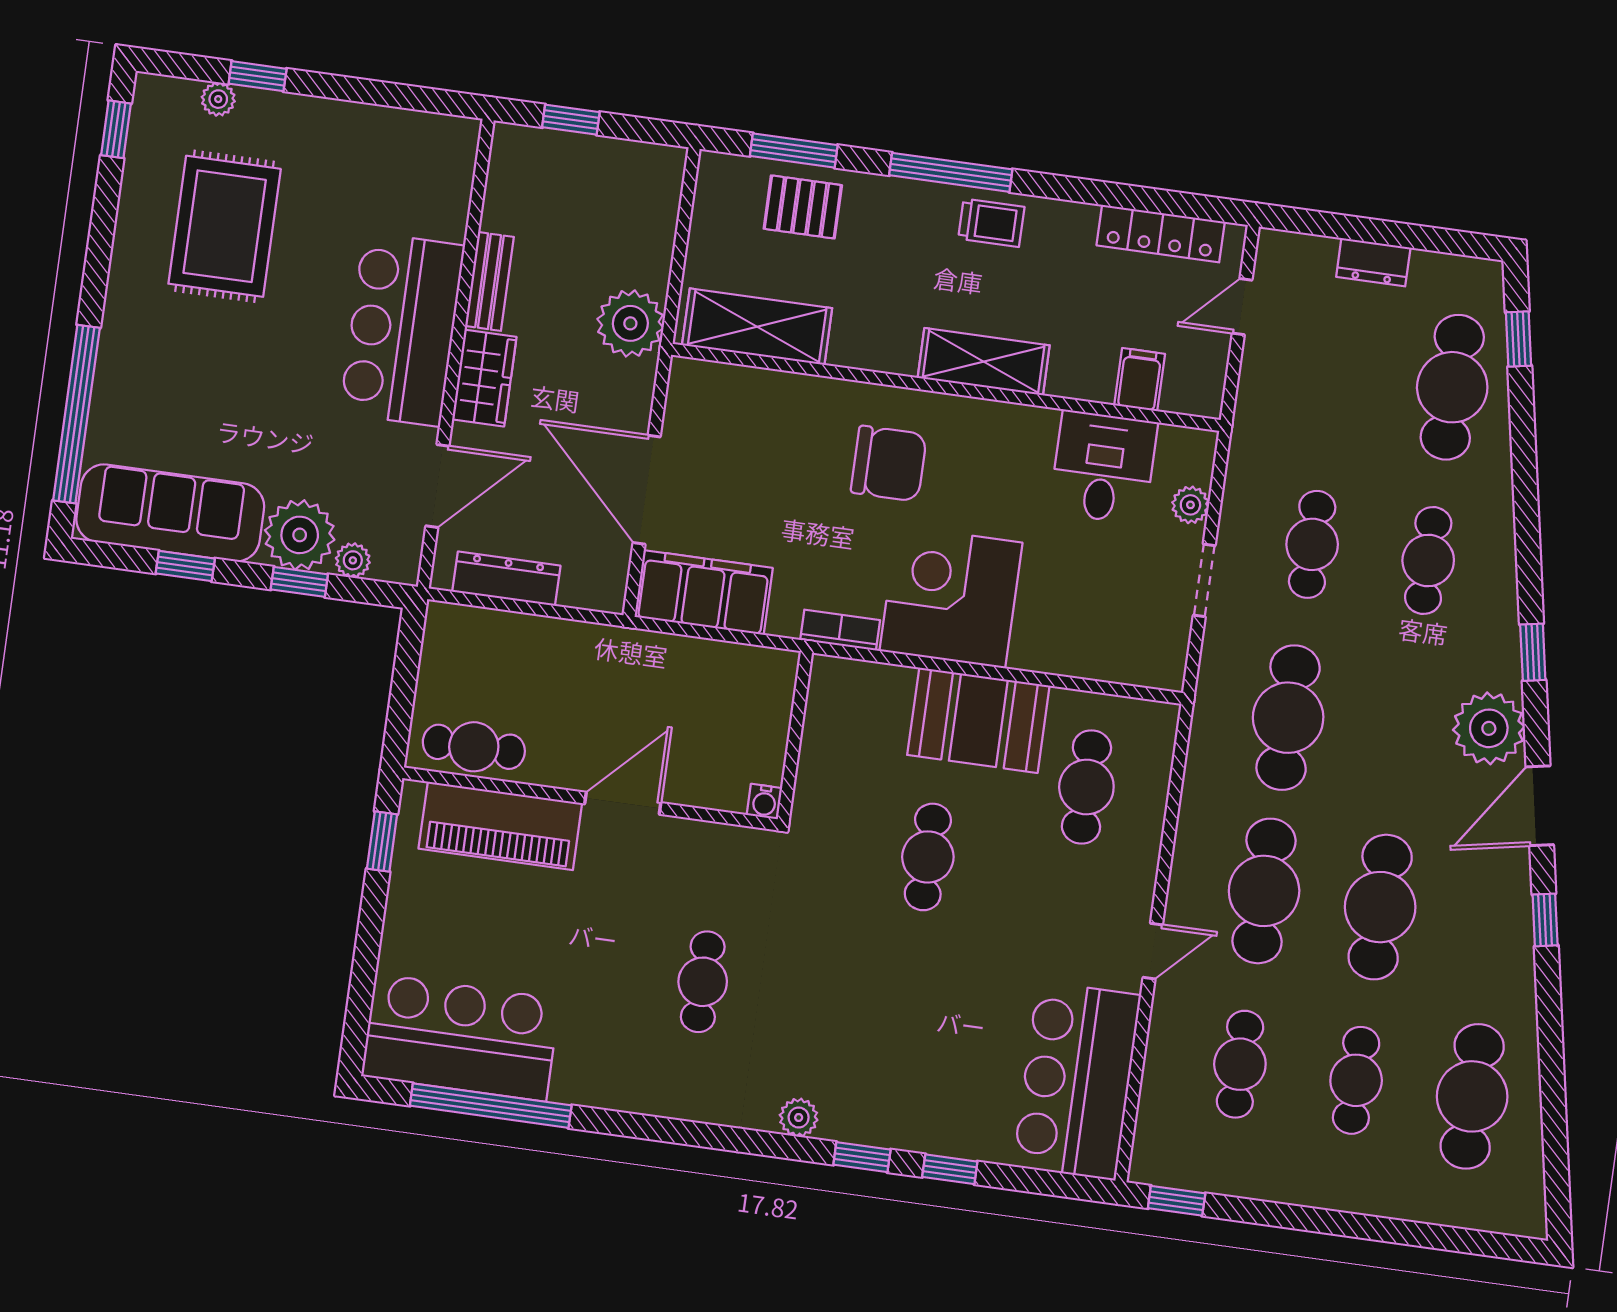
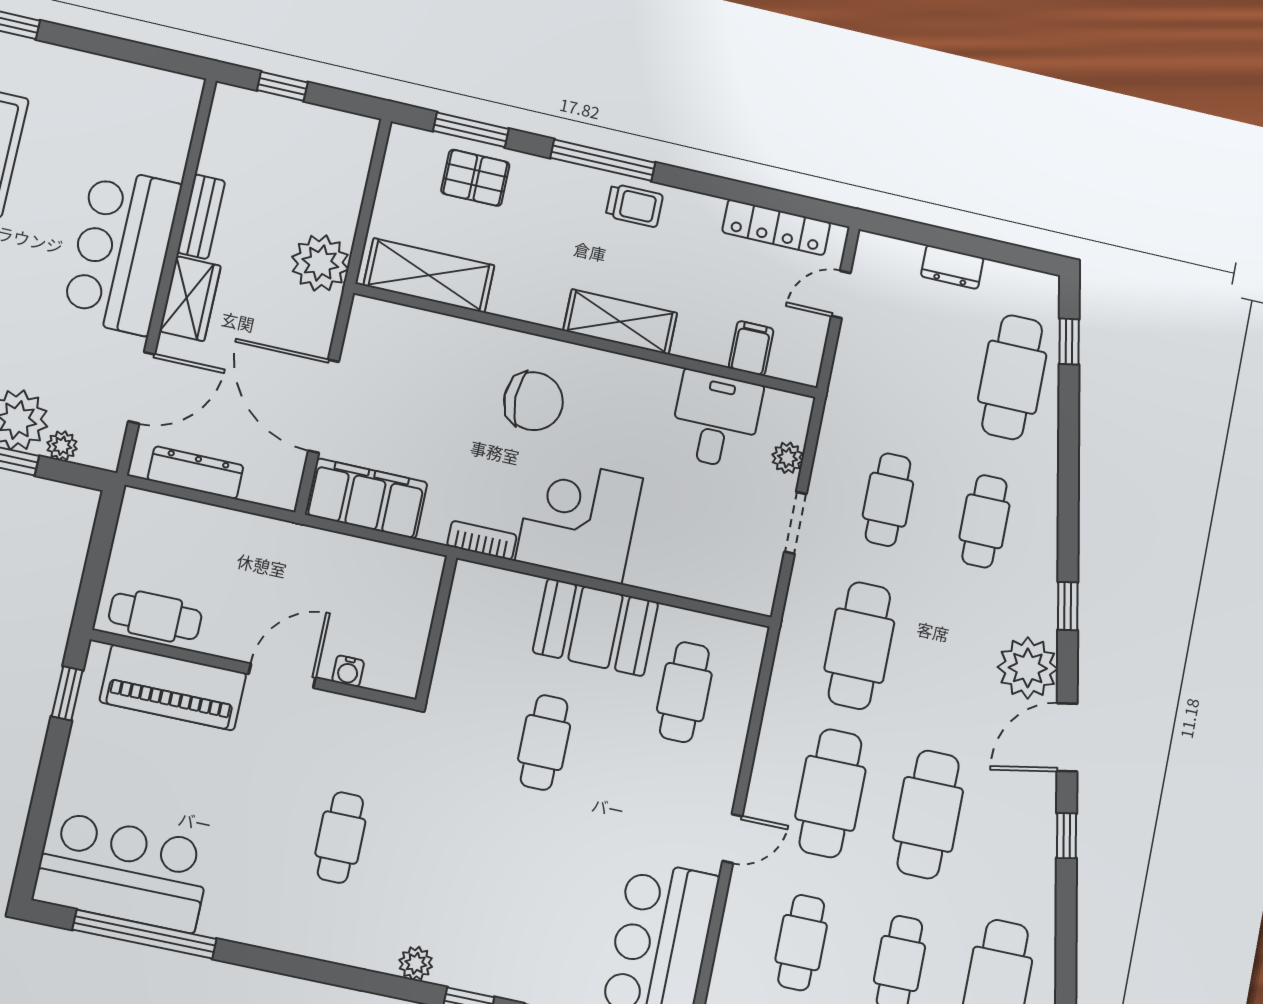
water cooler: (764, 801) -> (348, 671), moved

